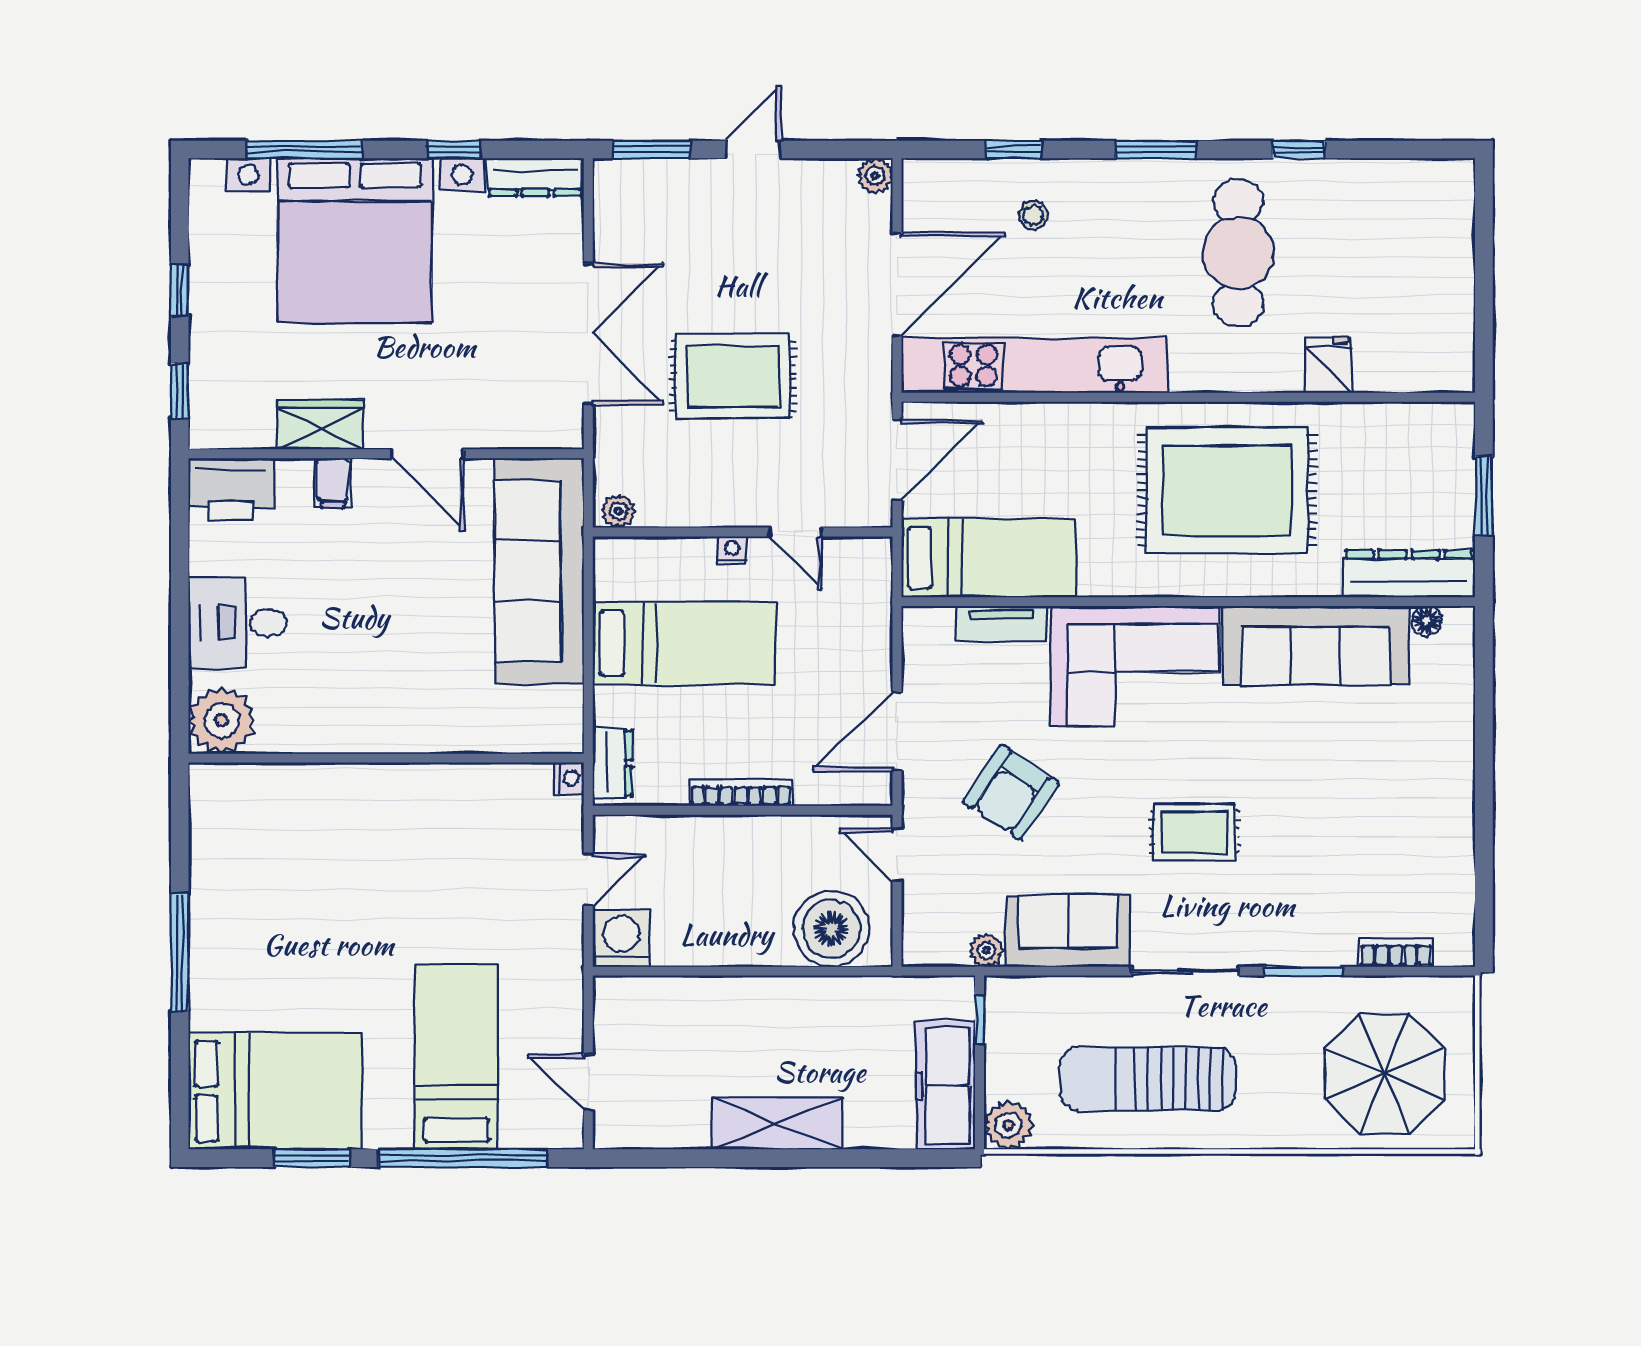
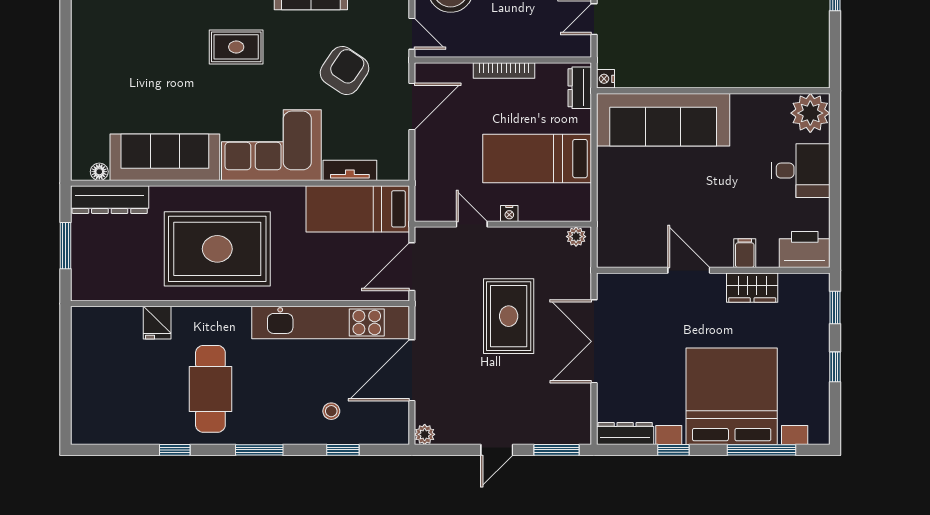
rug: (733, 376) -> (509, 316), turned 90
sofa: (539, 571) -> (663, 120), moved, turned 90

